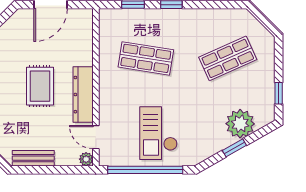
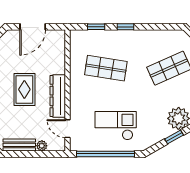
checkout: (158, 133) -> (116, 126), turned 90
plant: (86, 159) -> (42, 146), moved

